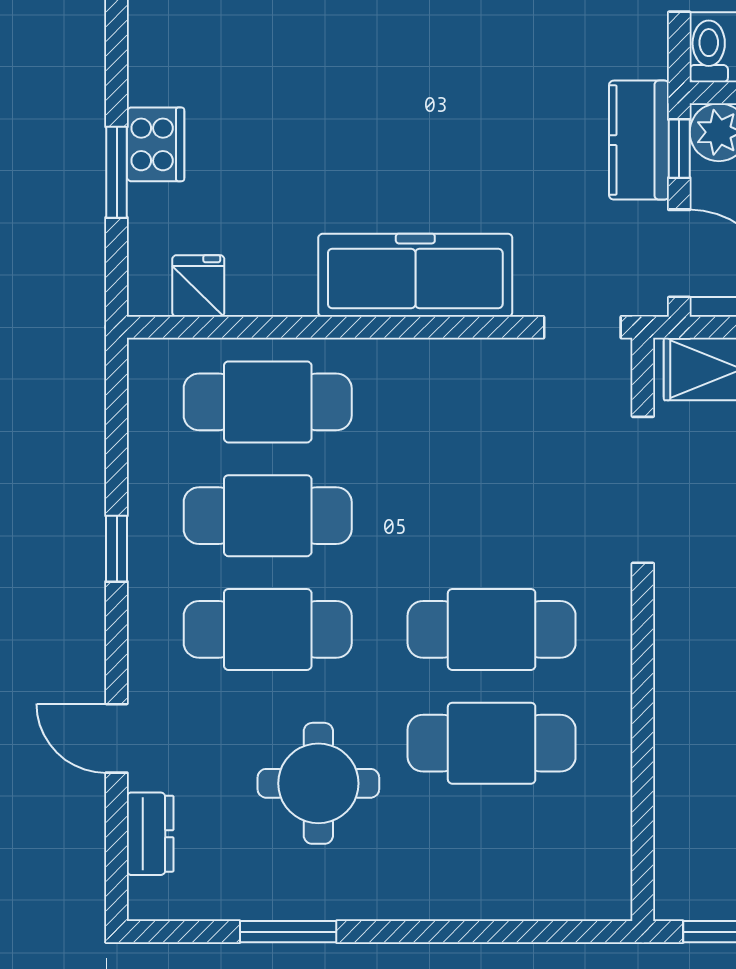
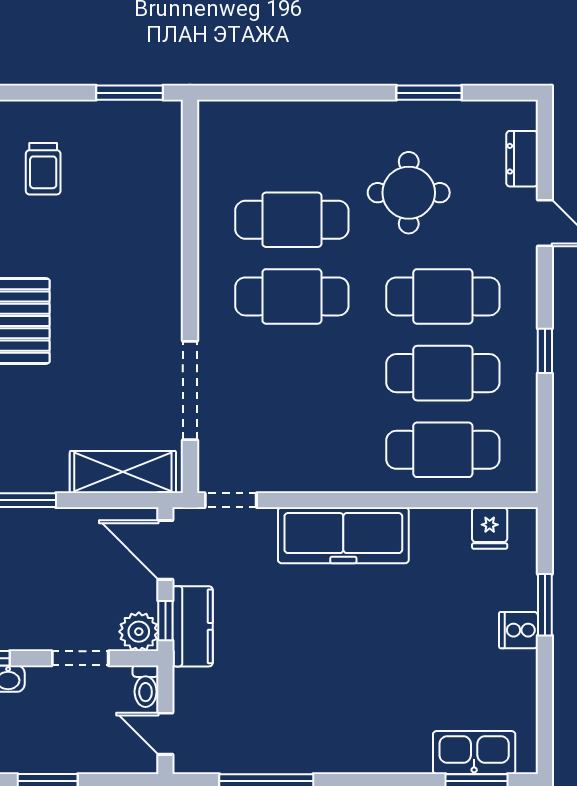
cooker: (156, 144) -> (518, 630), width x0.73

